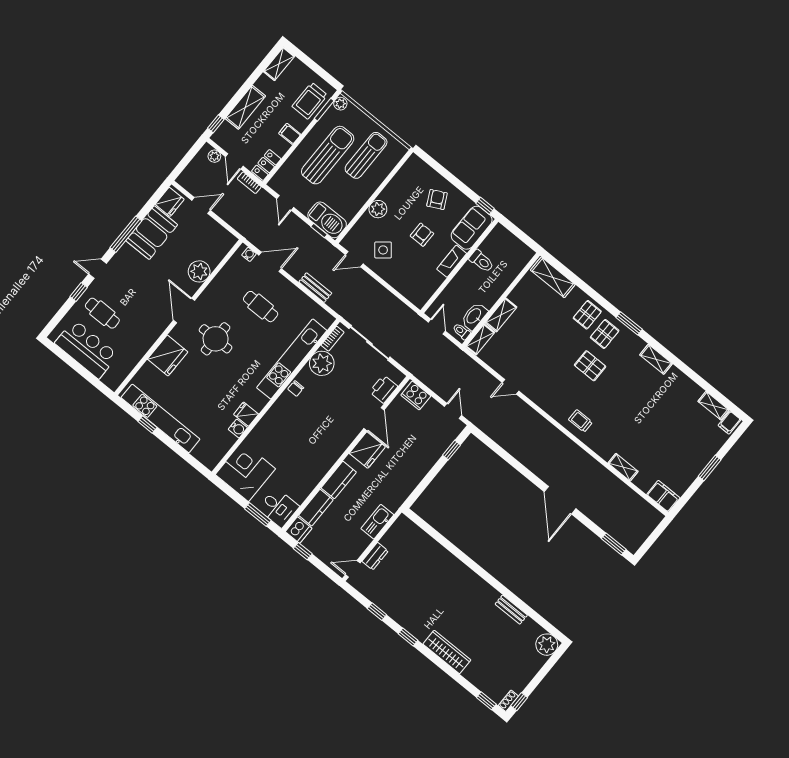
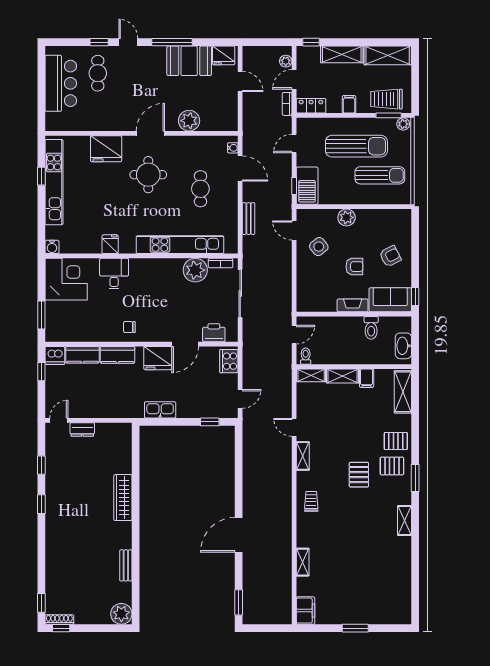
shelving: (279, 64) -> (388, 55), width x1.50, depth x1.33
washbasin: (474, 316) -> (403, 346), moved, turned -90
chair: (296, 388) -> (129, 327), moved
shelving: (713, 406) -> (303, 456), moved
filing cabinet: (729, 423) -> (367, 378), moved, turned -90
water cooler: (238, 429) -> (52, 247), moved
desk: (279, 508) -> (114, 274), moved, turned 180
kitchen sink: (377, 522) -> (160, 410), moved
door: (353, 569) -> (59, 420), hinge flipped
wardrobe: (447, 652) -> (123, 498), moved, turned 180
shoe rack: (508, 701) -> (59, 620), width x1.43

